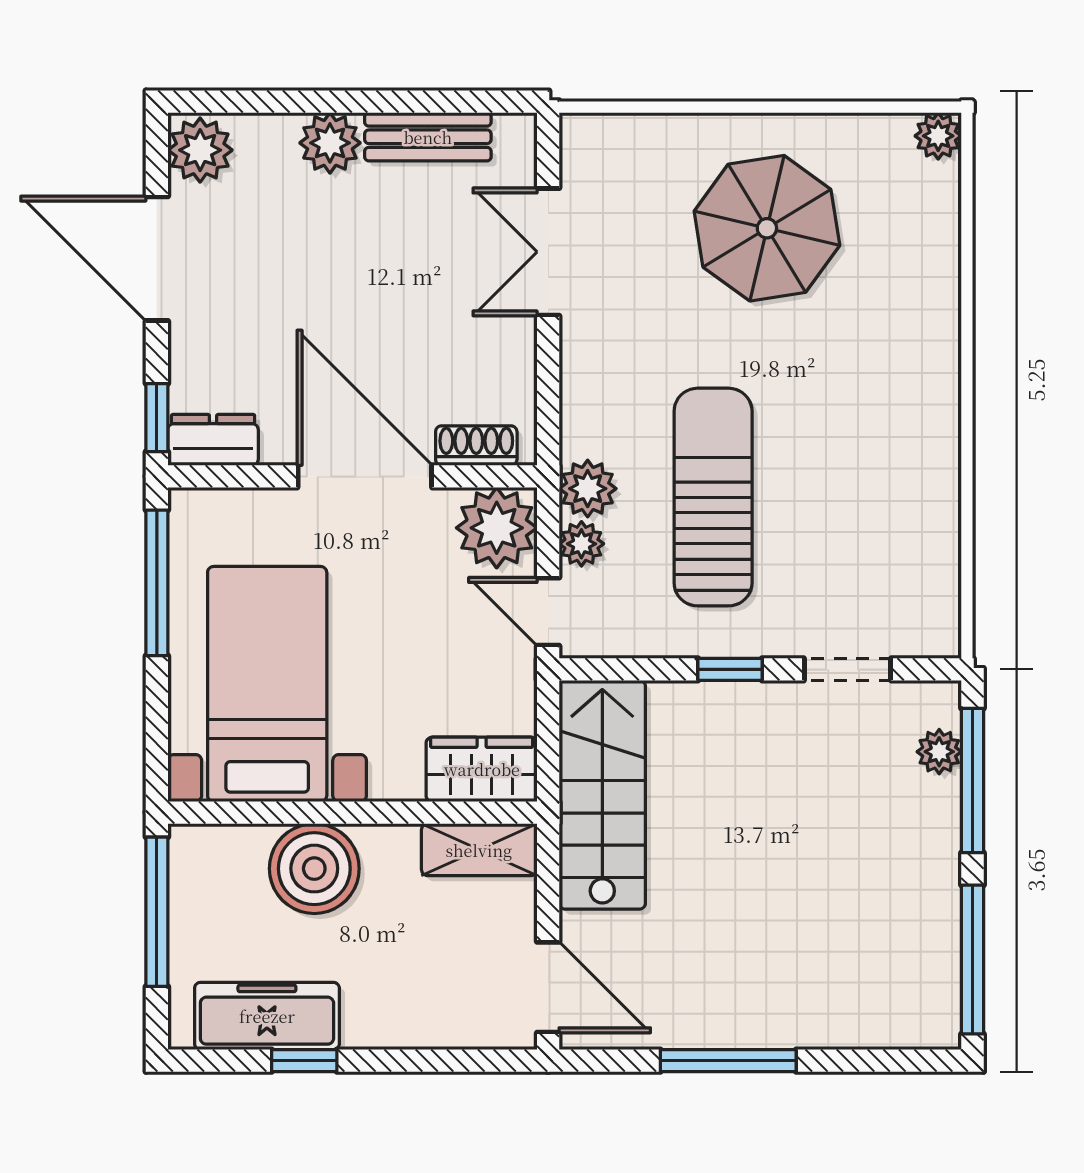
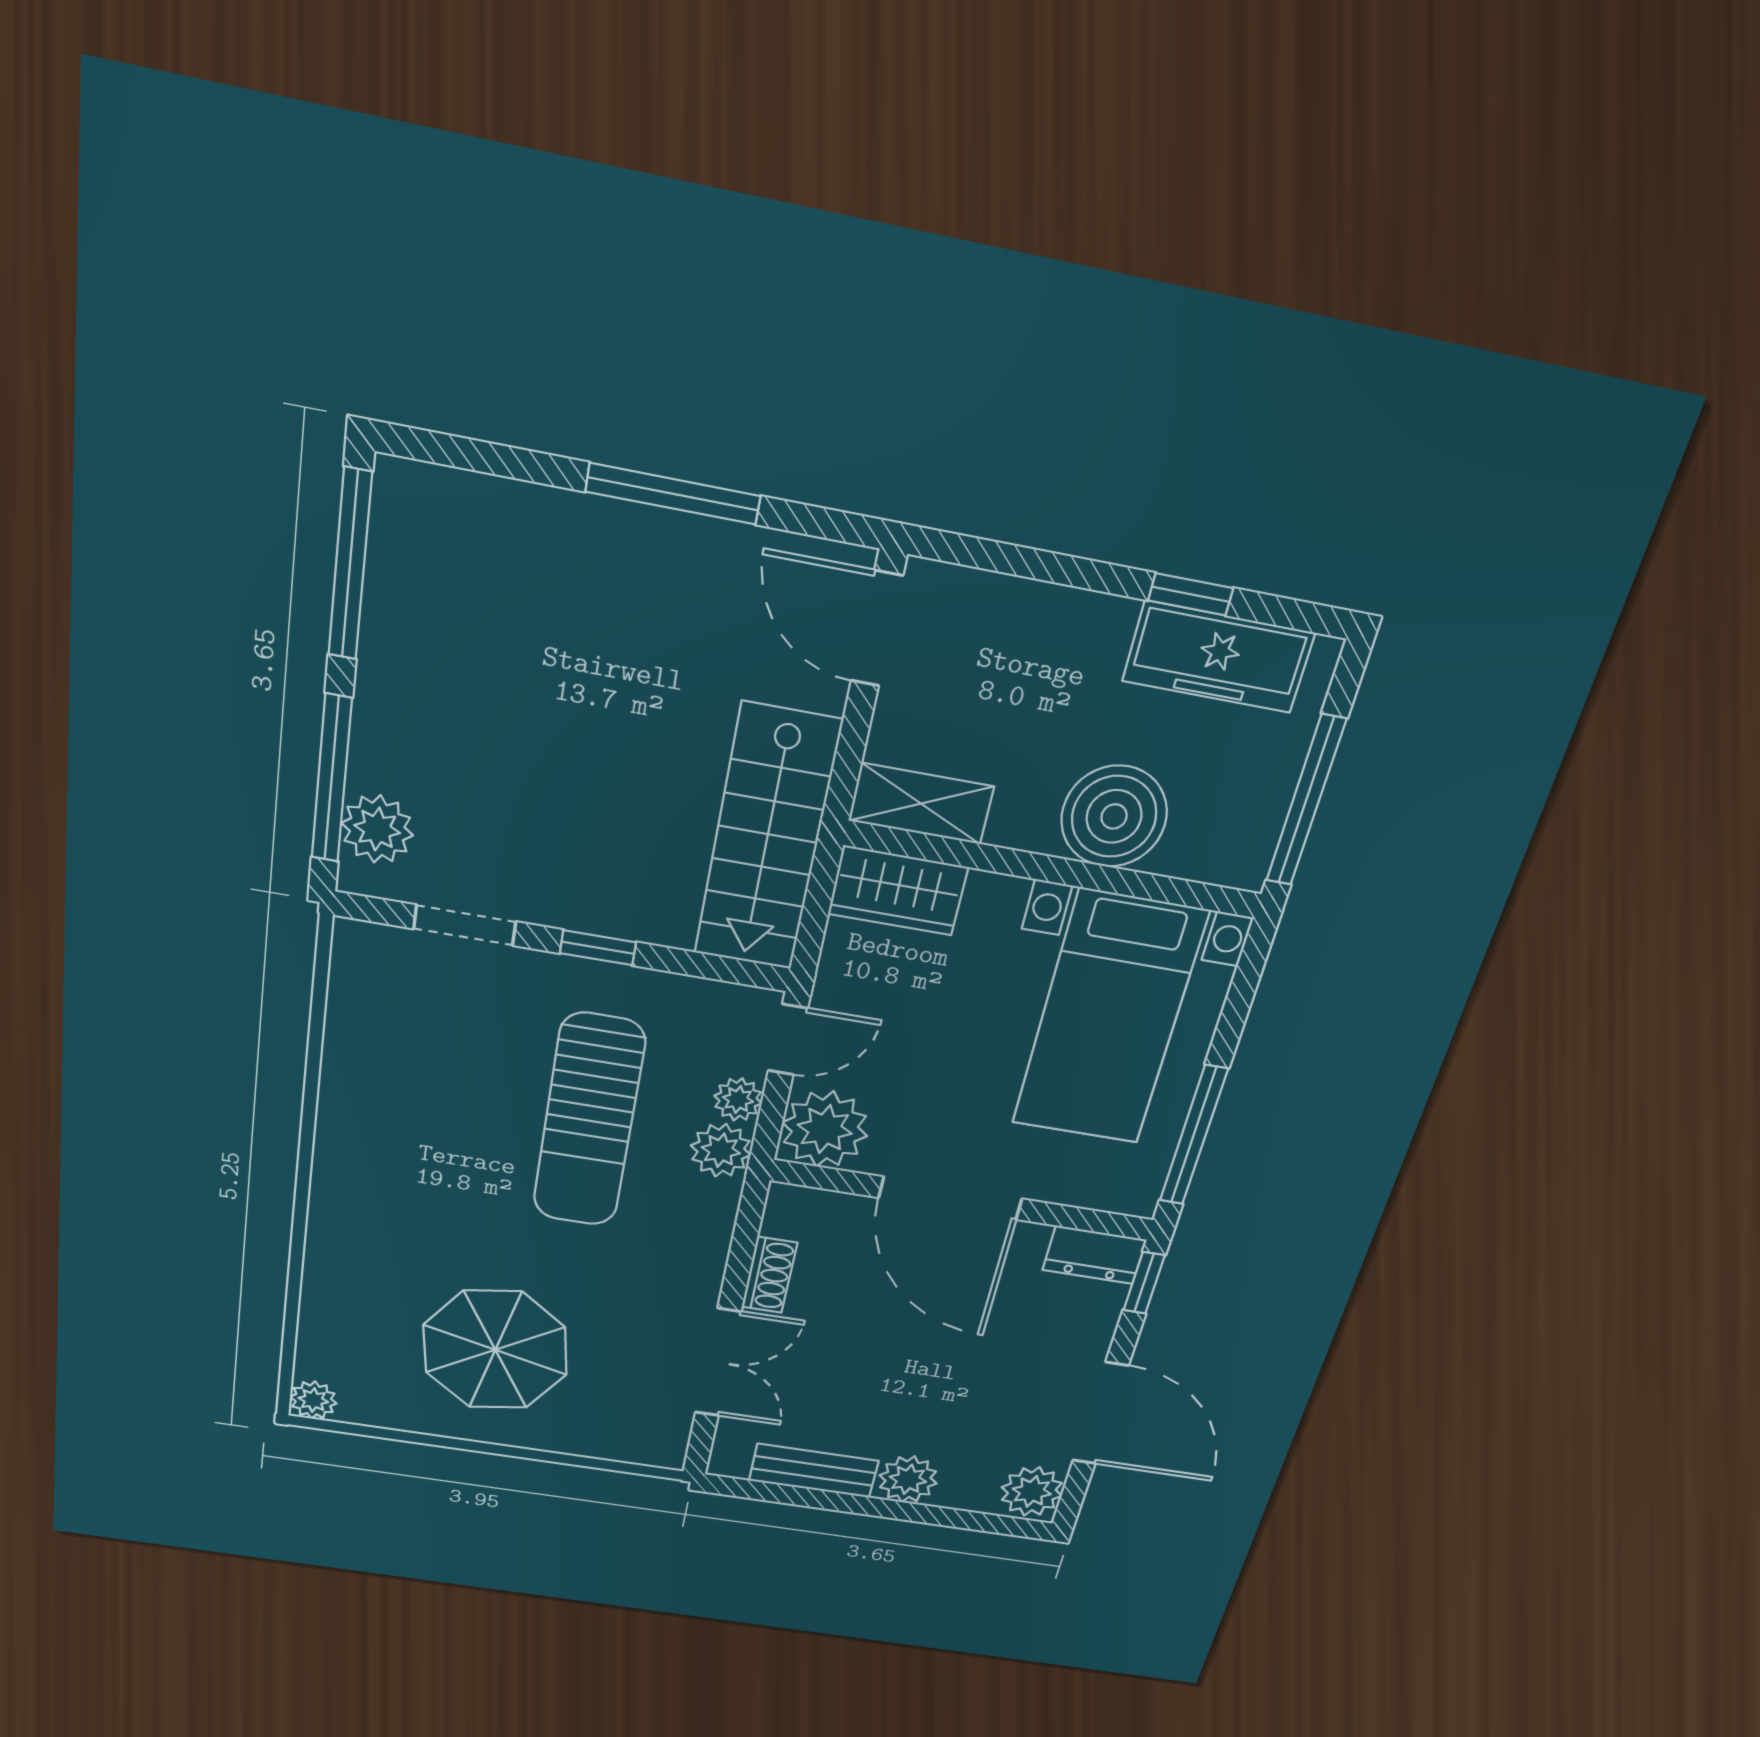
shoe rack: (476, 446) -> (769, 1275), moved, turned -90
door: (548, 612) -> (788, 1040), hinge flipped
plant: (939, 752) -> (377, 829), width x1.38, depth x1.38

